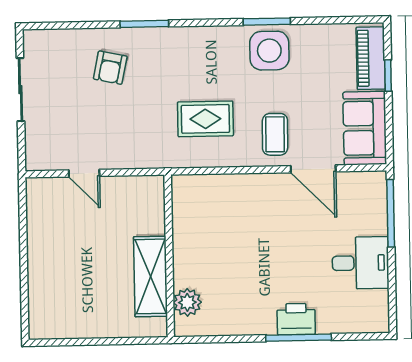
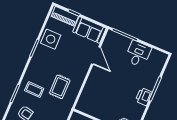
side table: (269, 51) -> (51, 39), moved
coffee table: (275, 134) -> (34, 90), moved
door: (313, 169) -> (96, 56), hinge flipped
printer: (296, 319) -> (144, 97), moved

